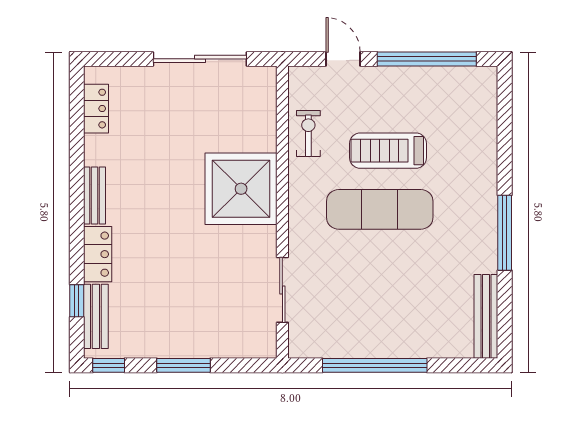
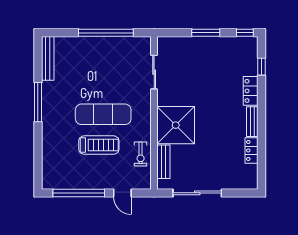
locker: (96, 109) -> (252, 150), moved
bench: (96, 316) -> (163, 162), moved

